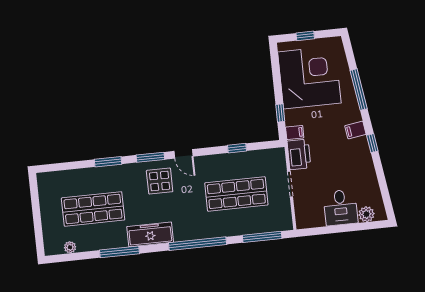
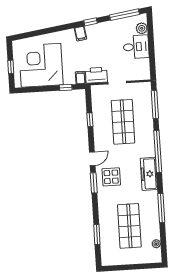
window: (359, 90) -> (124, 15), moved
window: (108, 162) -> (97, 234), moved
freezer: (150, 234) -> (149, 174), moved

